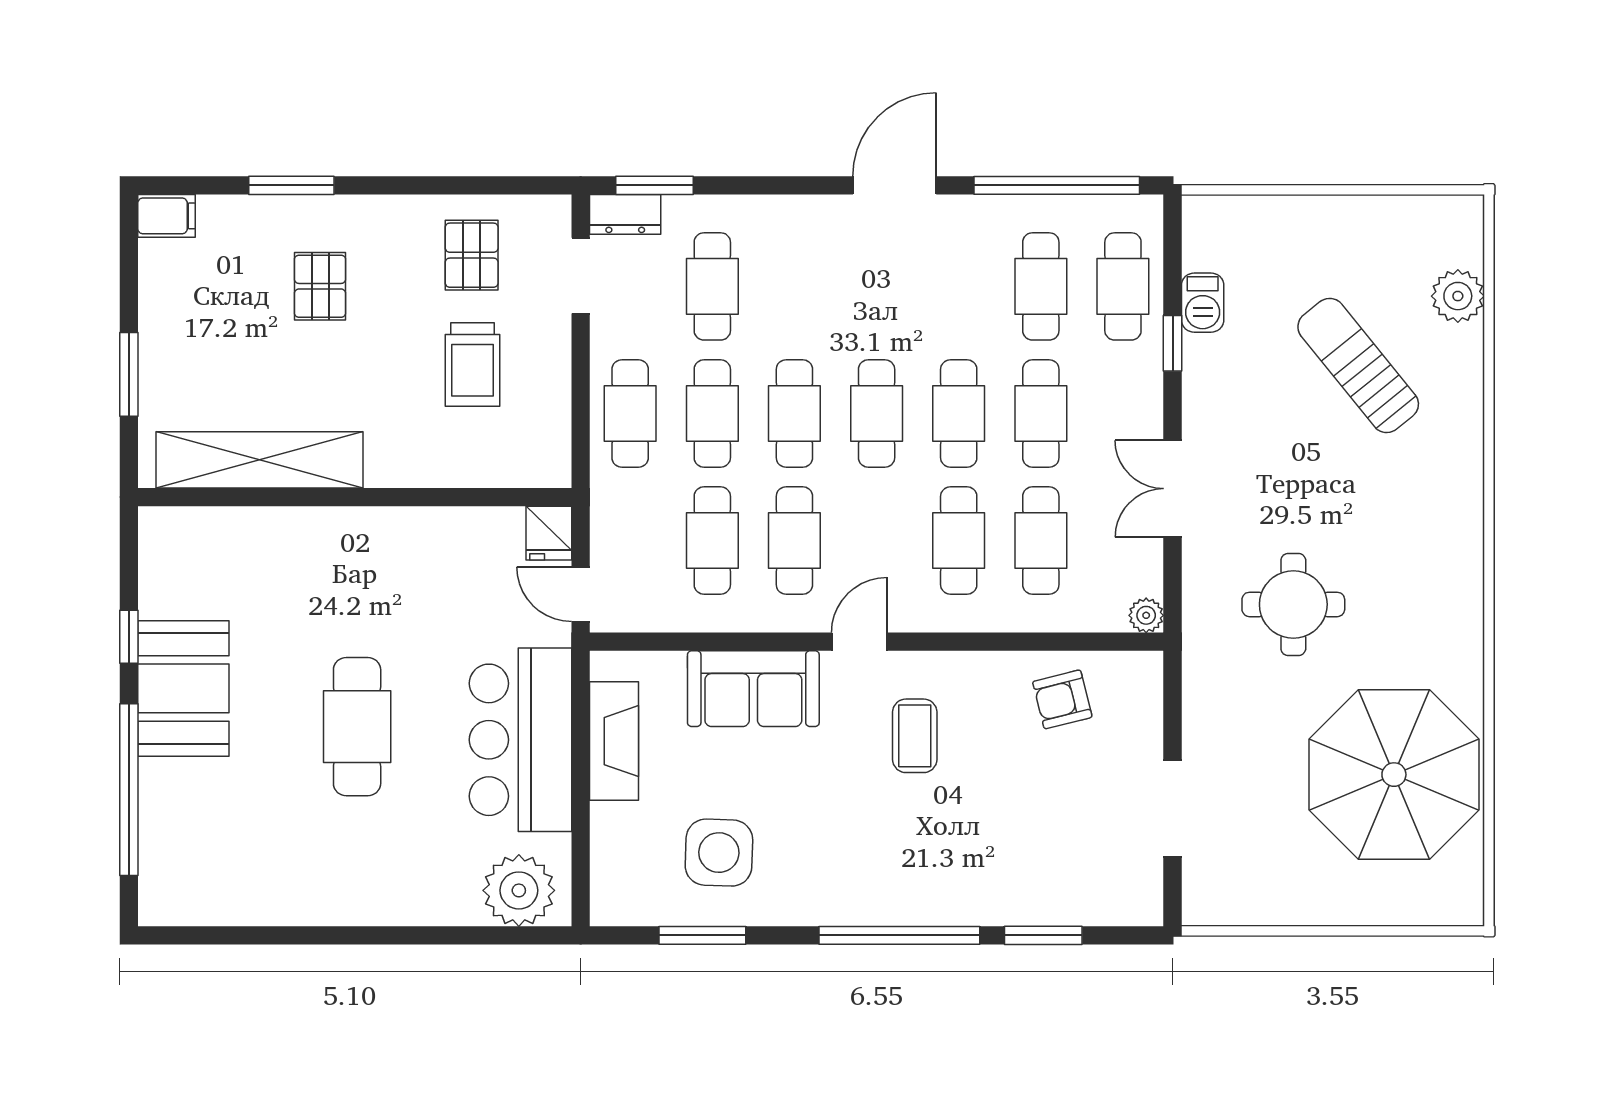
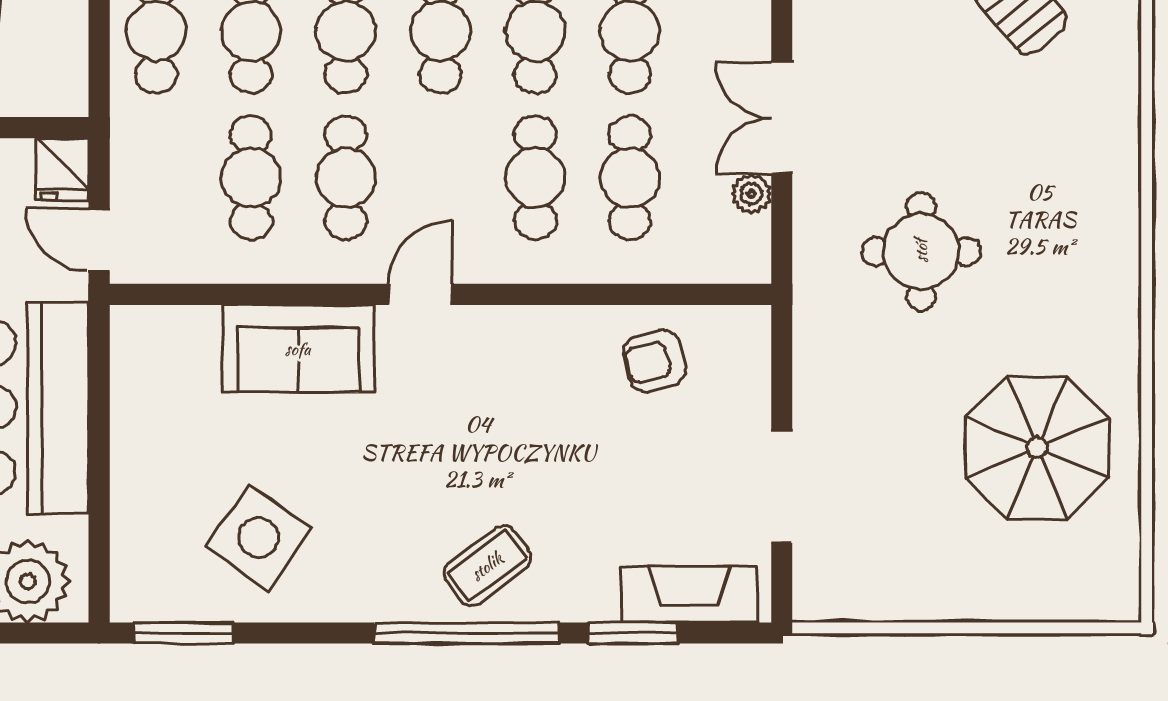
plant: (1146, 615) -> (751, 194), moved
coffee table: (915, 736) -> (487, 566), moved, turned 53
fireplace: (614, 741) -> (689, 594), moved, turned -90
parasol: (1394, 775) -> (1037, 448), width x0.73, depth x0.73
side table: (719, 853) -> (259, 538), turned 33
window: (702, 935) -> (184, 633), moved

